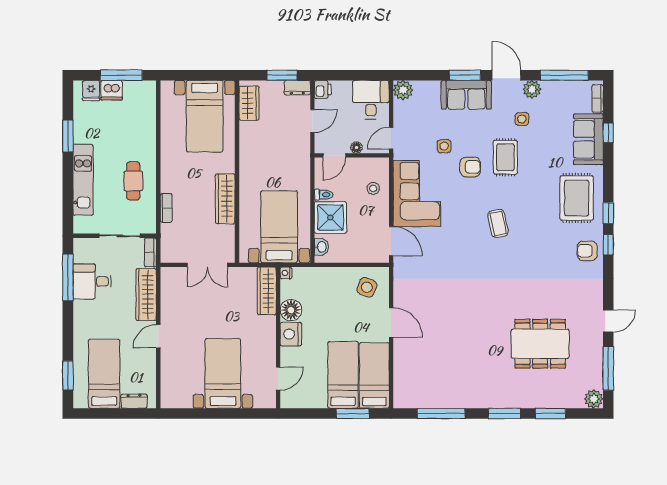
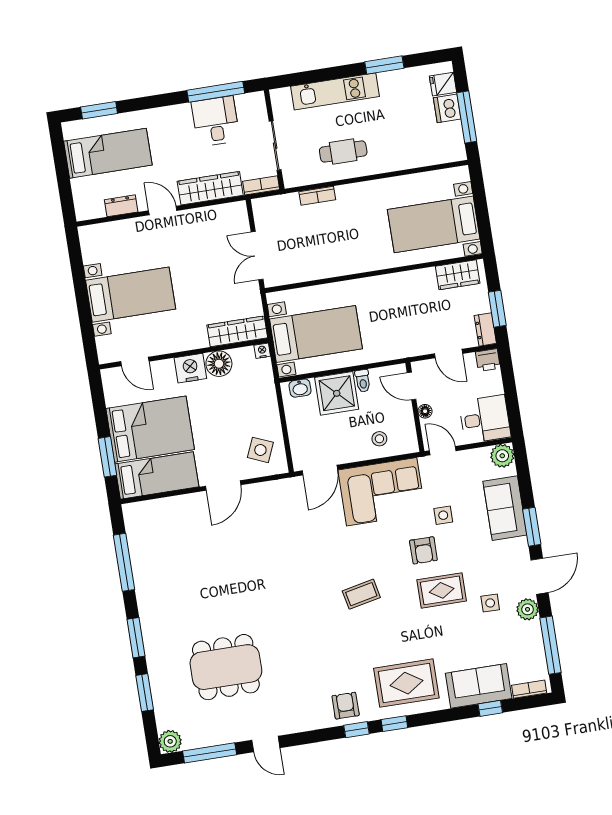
sofa: (466, 95) -> (505, 508), moved
wardrobe: (225, 199) -> (339, 265), removed
dining table: (540, 344) -> (226, 667), turned 90
bed: (343, 375) -> (150, 429), width x1.50
dresser: (134, 401) -> (121, 206), moved, turned -90

